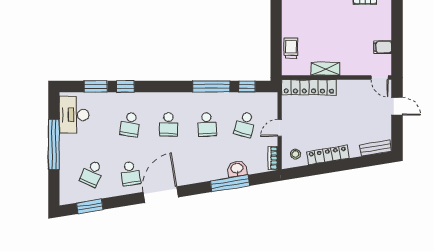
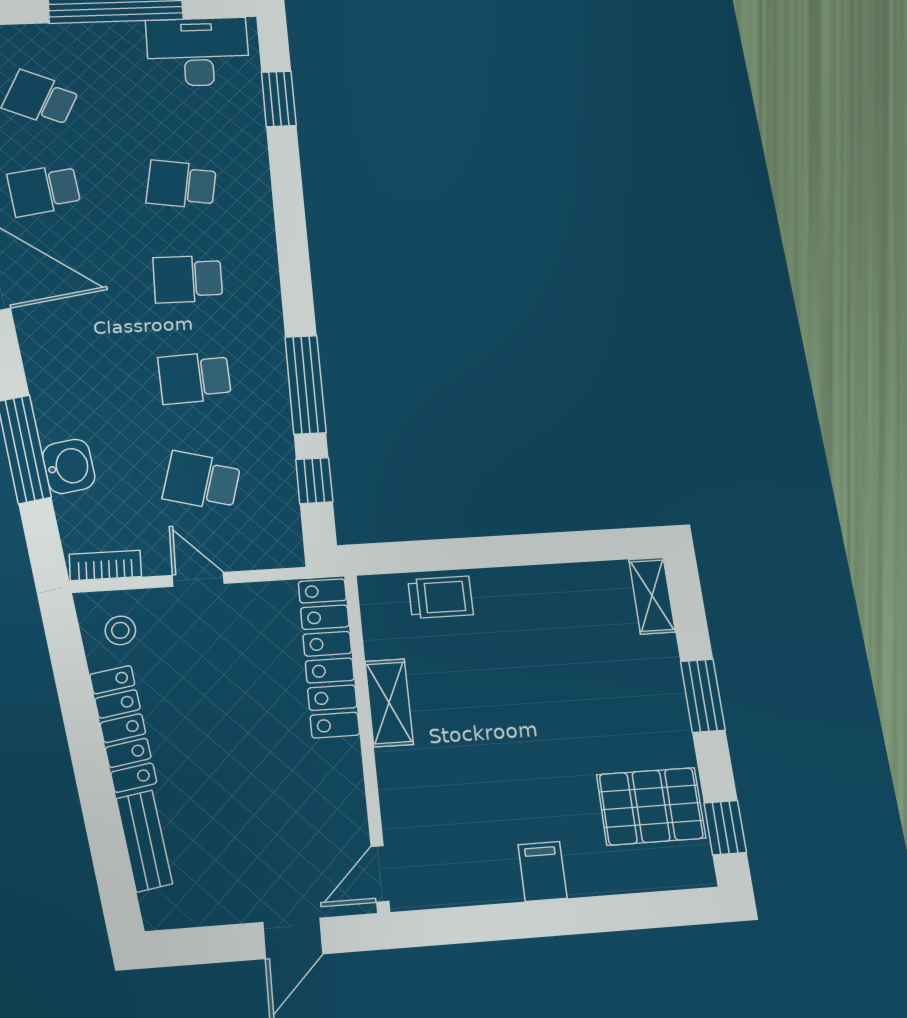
filing cabinet: (383, 47) -> (542, 871), moved
window: (125, 86) -> (285, 169), removed
bench: (375, 148) -> (144, 841), moved

